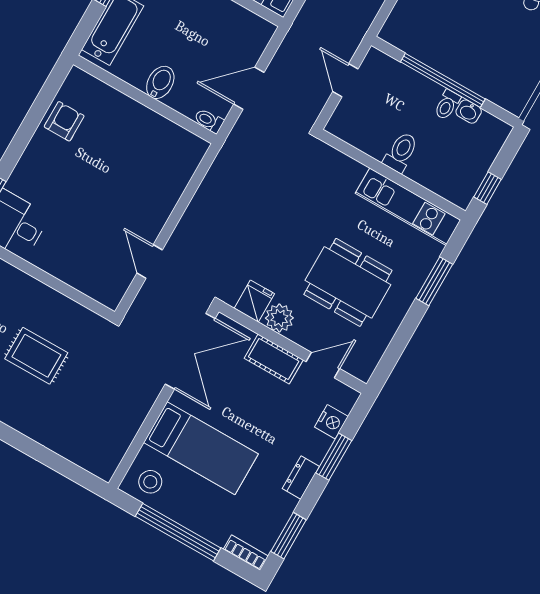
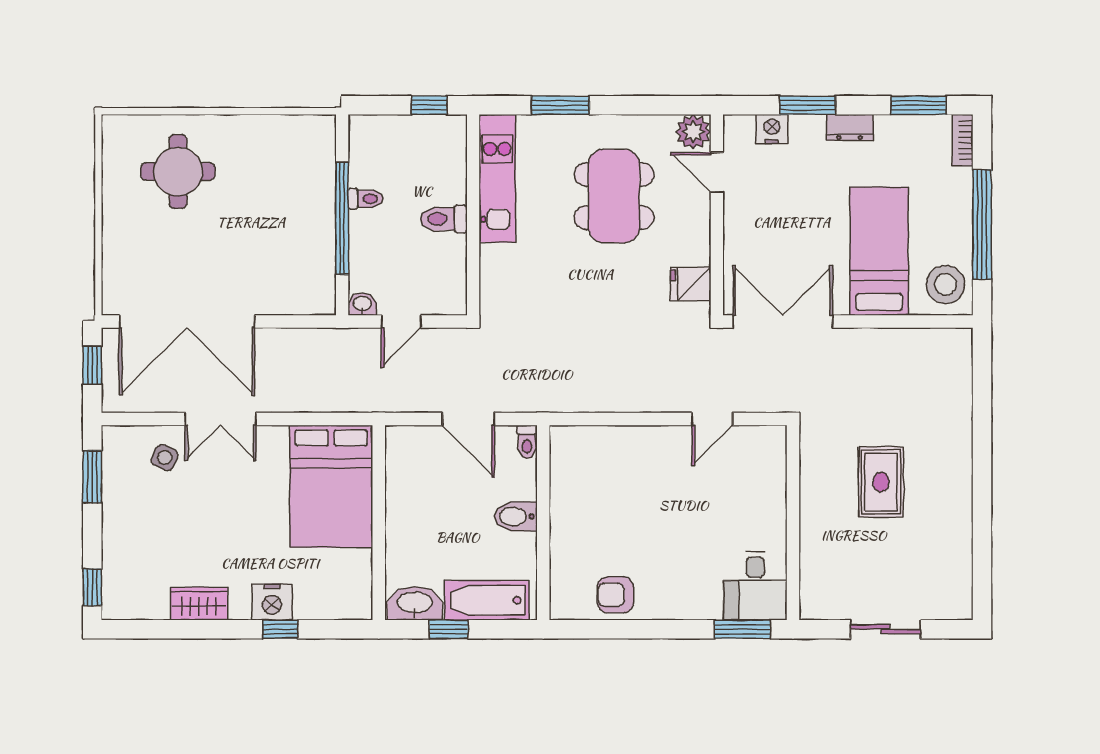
washbasin: (469, 112) -> (362, 304), moved, turned -90
plant: (279, 318) -> (693, 132), moved
cot: (274, 359) -> (740, 228), removed
stool: (150, 482) -> (945, 284), width x1.38, depth x1.38

